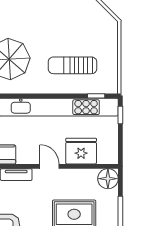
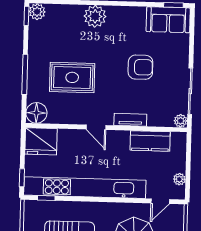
fridge: (81, 151) -> (41, 141), moved

